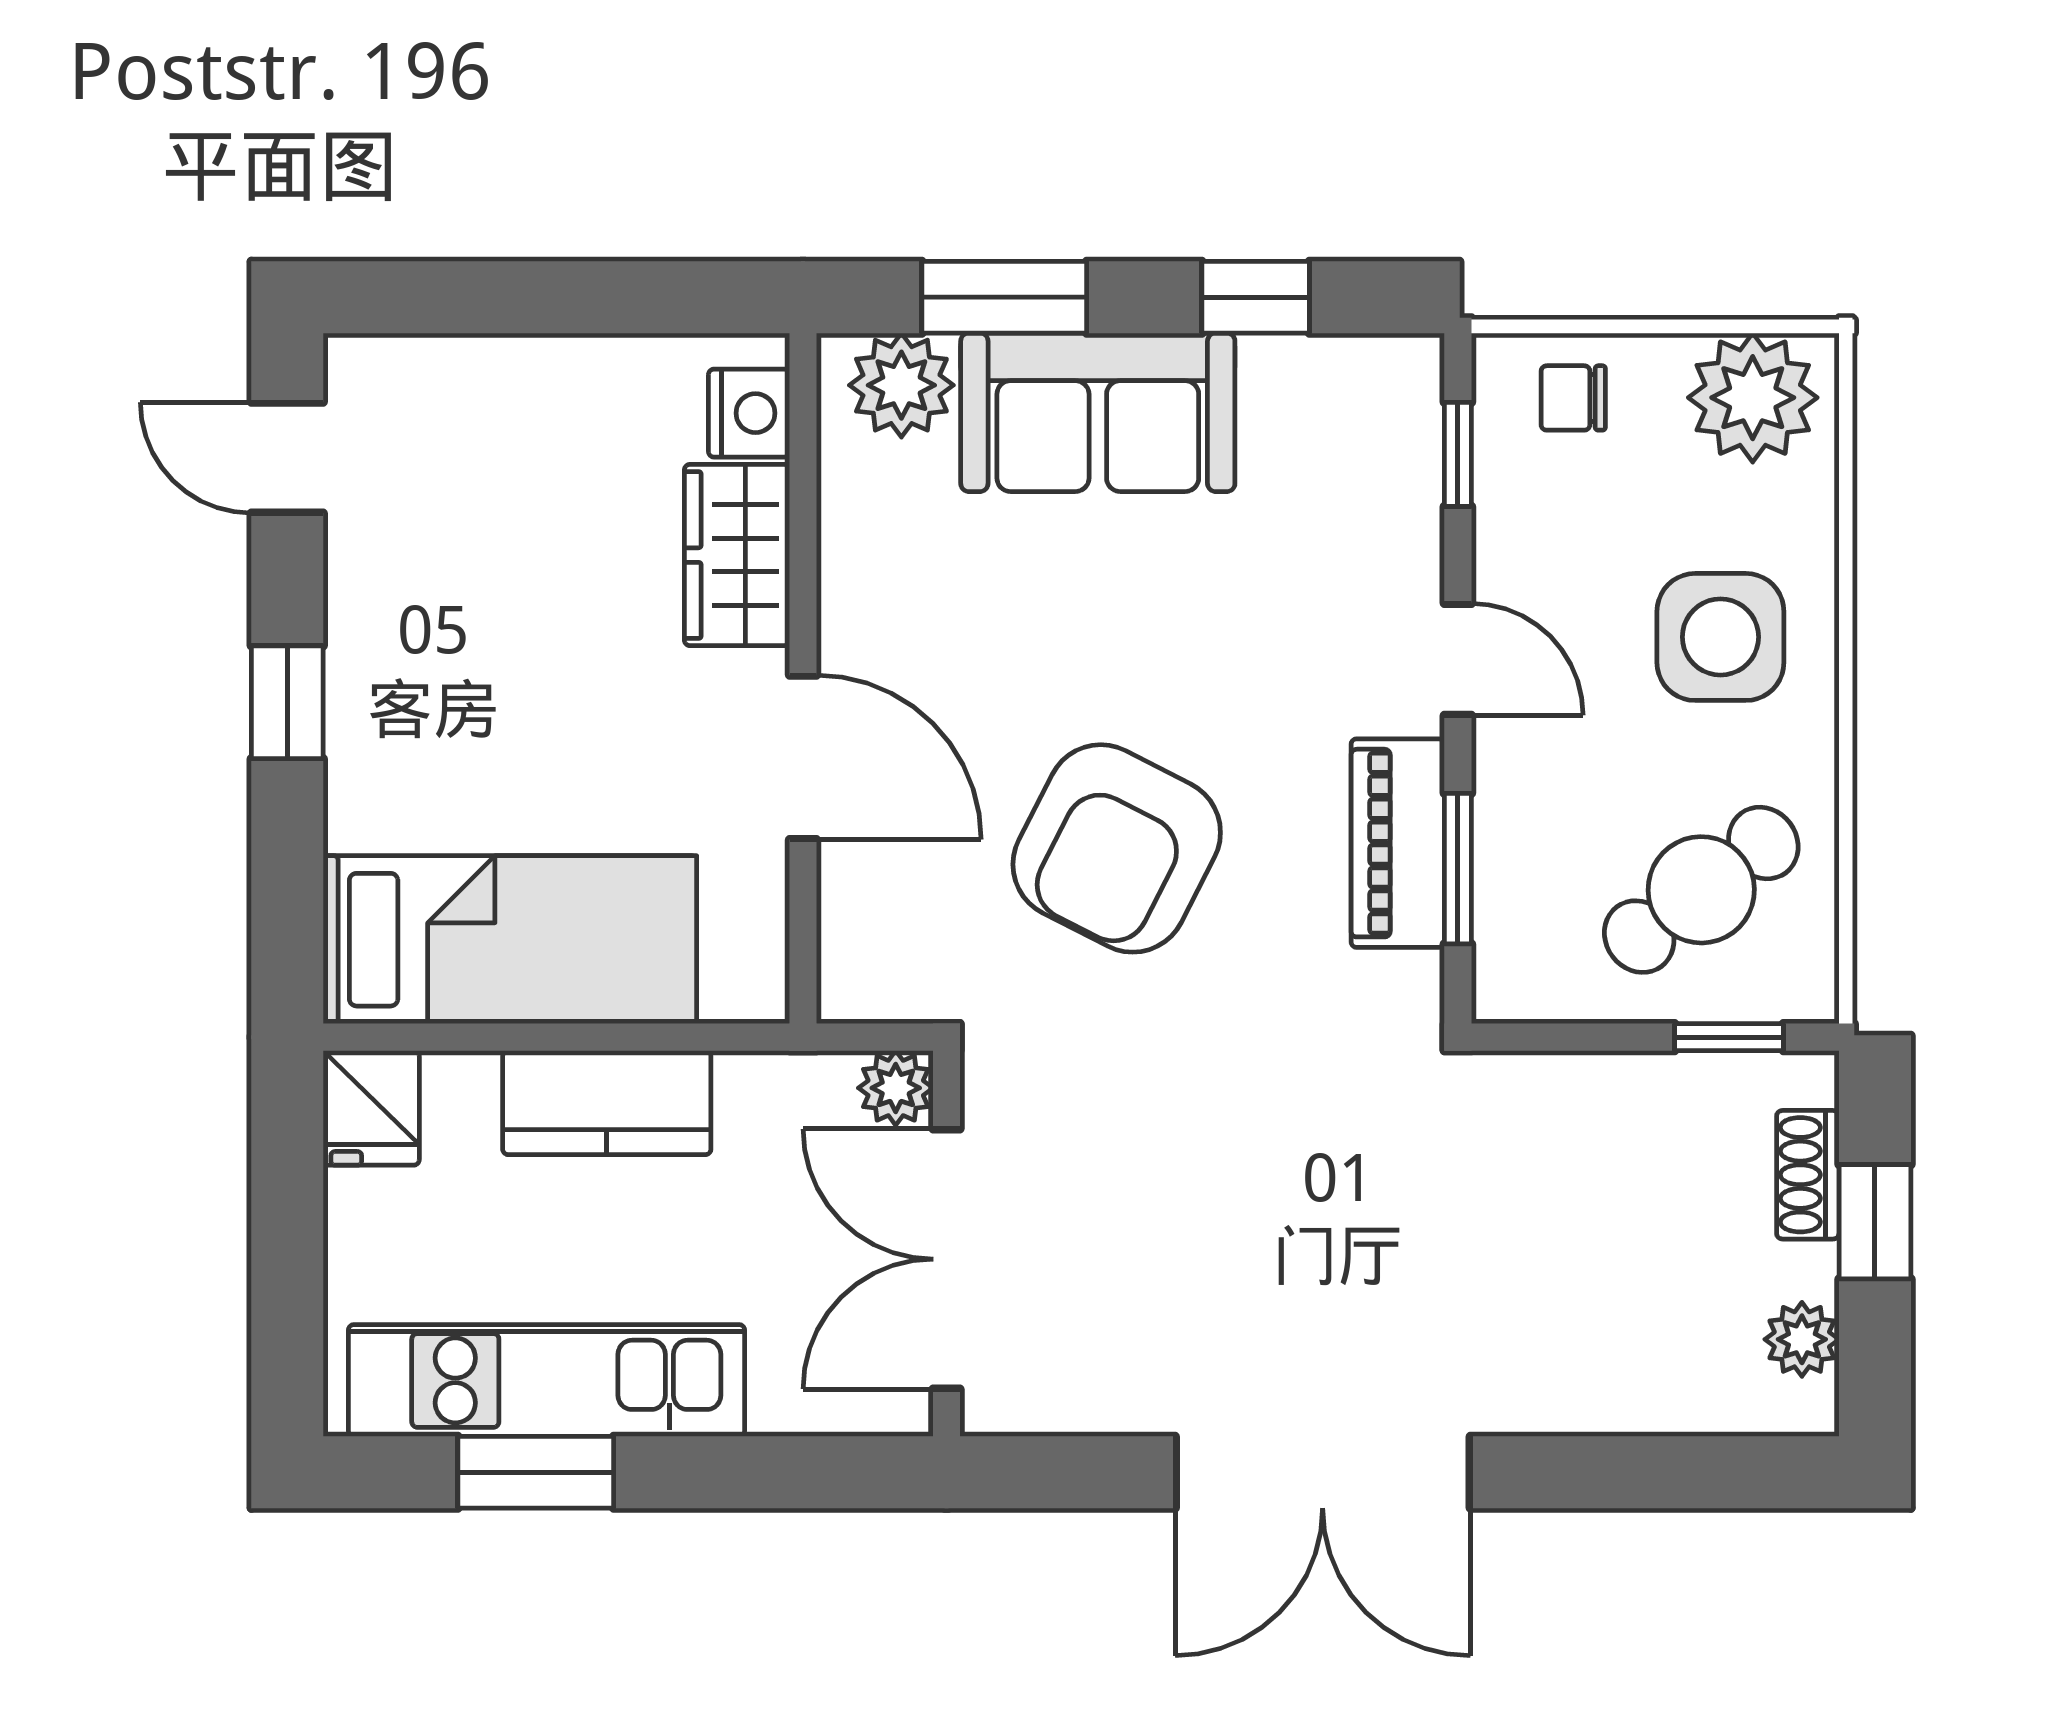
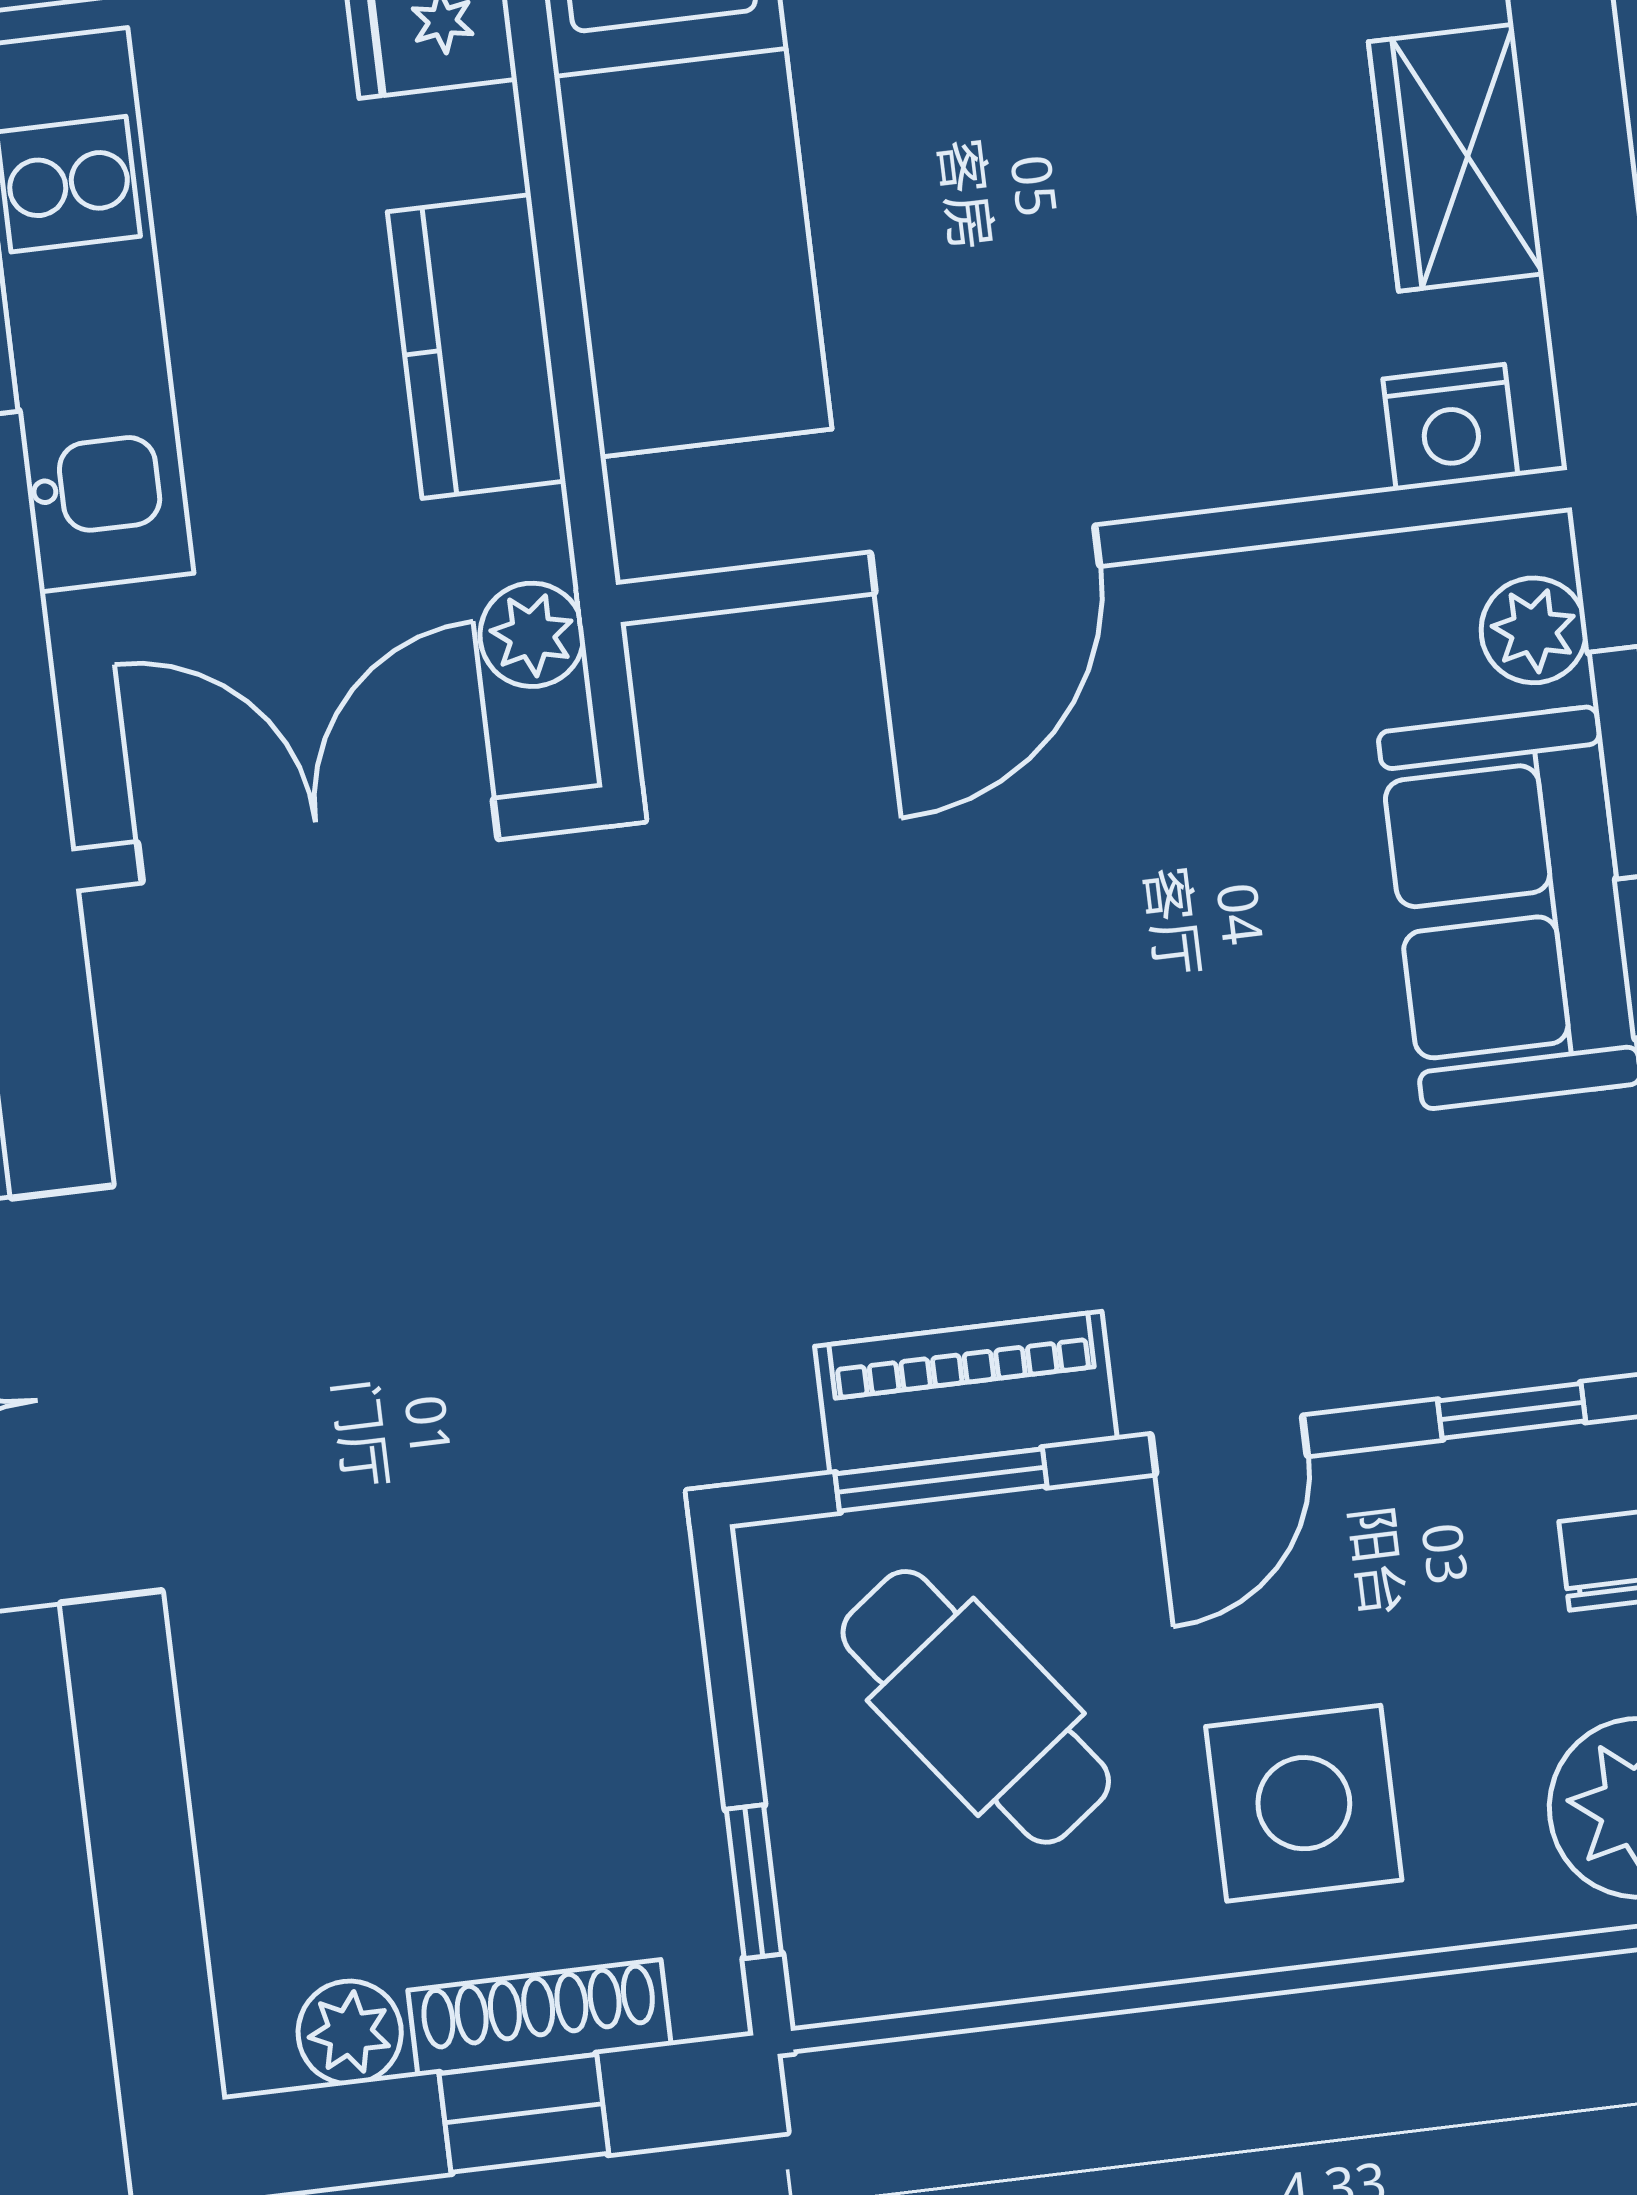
plant: (901, 385) -> (1534, 630), width x0.73, depth x0.73
wardrobe: (737, 555) -> (1456, 158), moved, turned -90
armchair: (1117, 848) -> (912, 1007), removed
cafe table: (1701, 890) -> (976, 1707), moved
plant: (896, 1088) -> (532, 635), moved
shoe rack: (1808, 1175) -> (539, 2018), width x1.43

